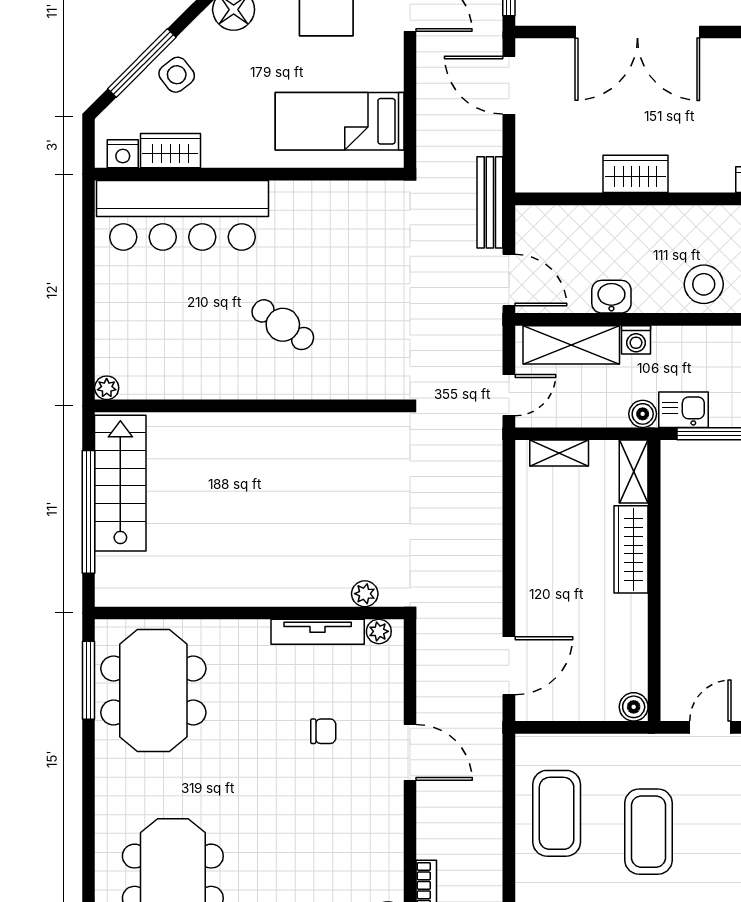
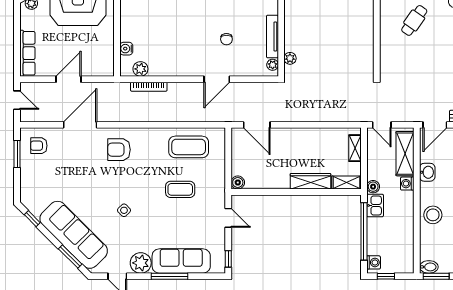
coffee table: (648, 832) -> (180, 189), width x0.73, depth x0.76

